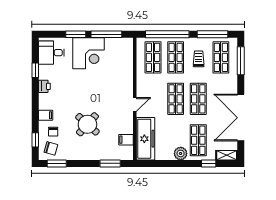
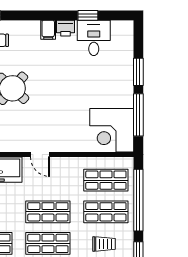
desk: (51, 53) -> (94, 38), moved
corner desk: (88, 53) -> (112, 130), moved
filing cabinet: (46, 115) -> (48, 30), moved

